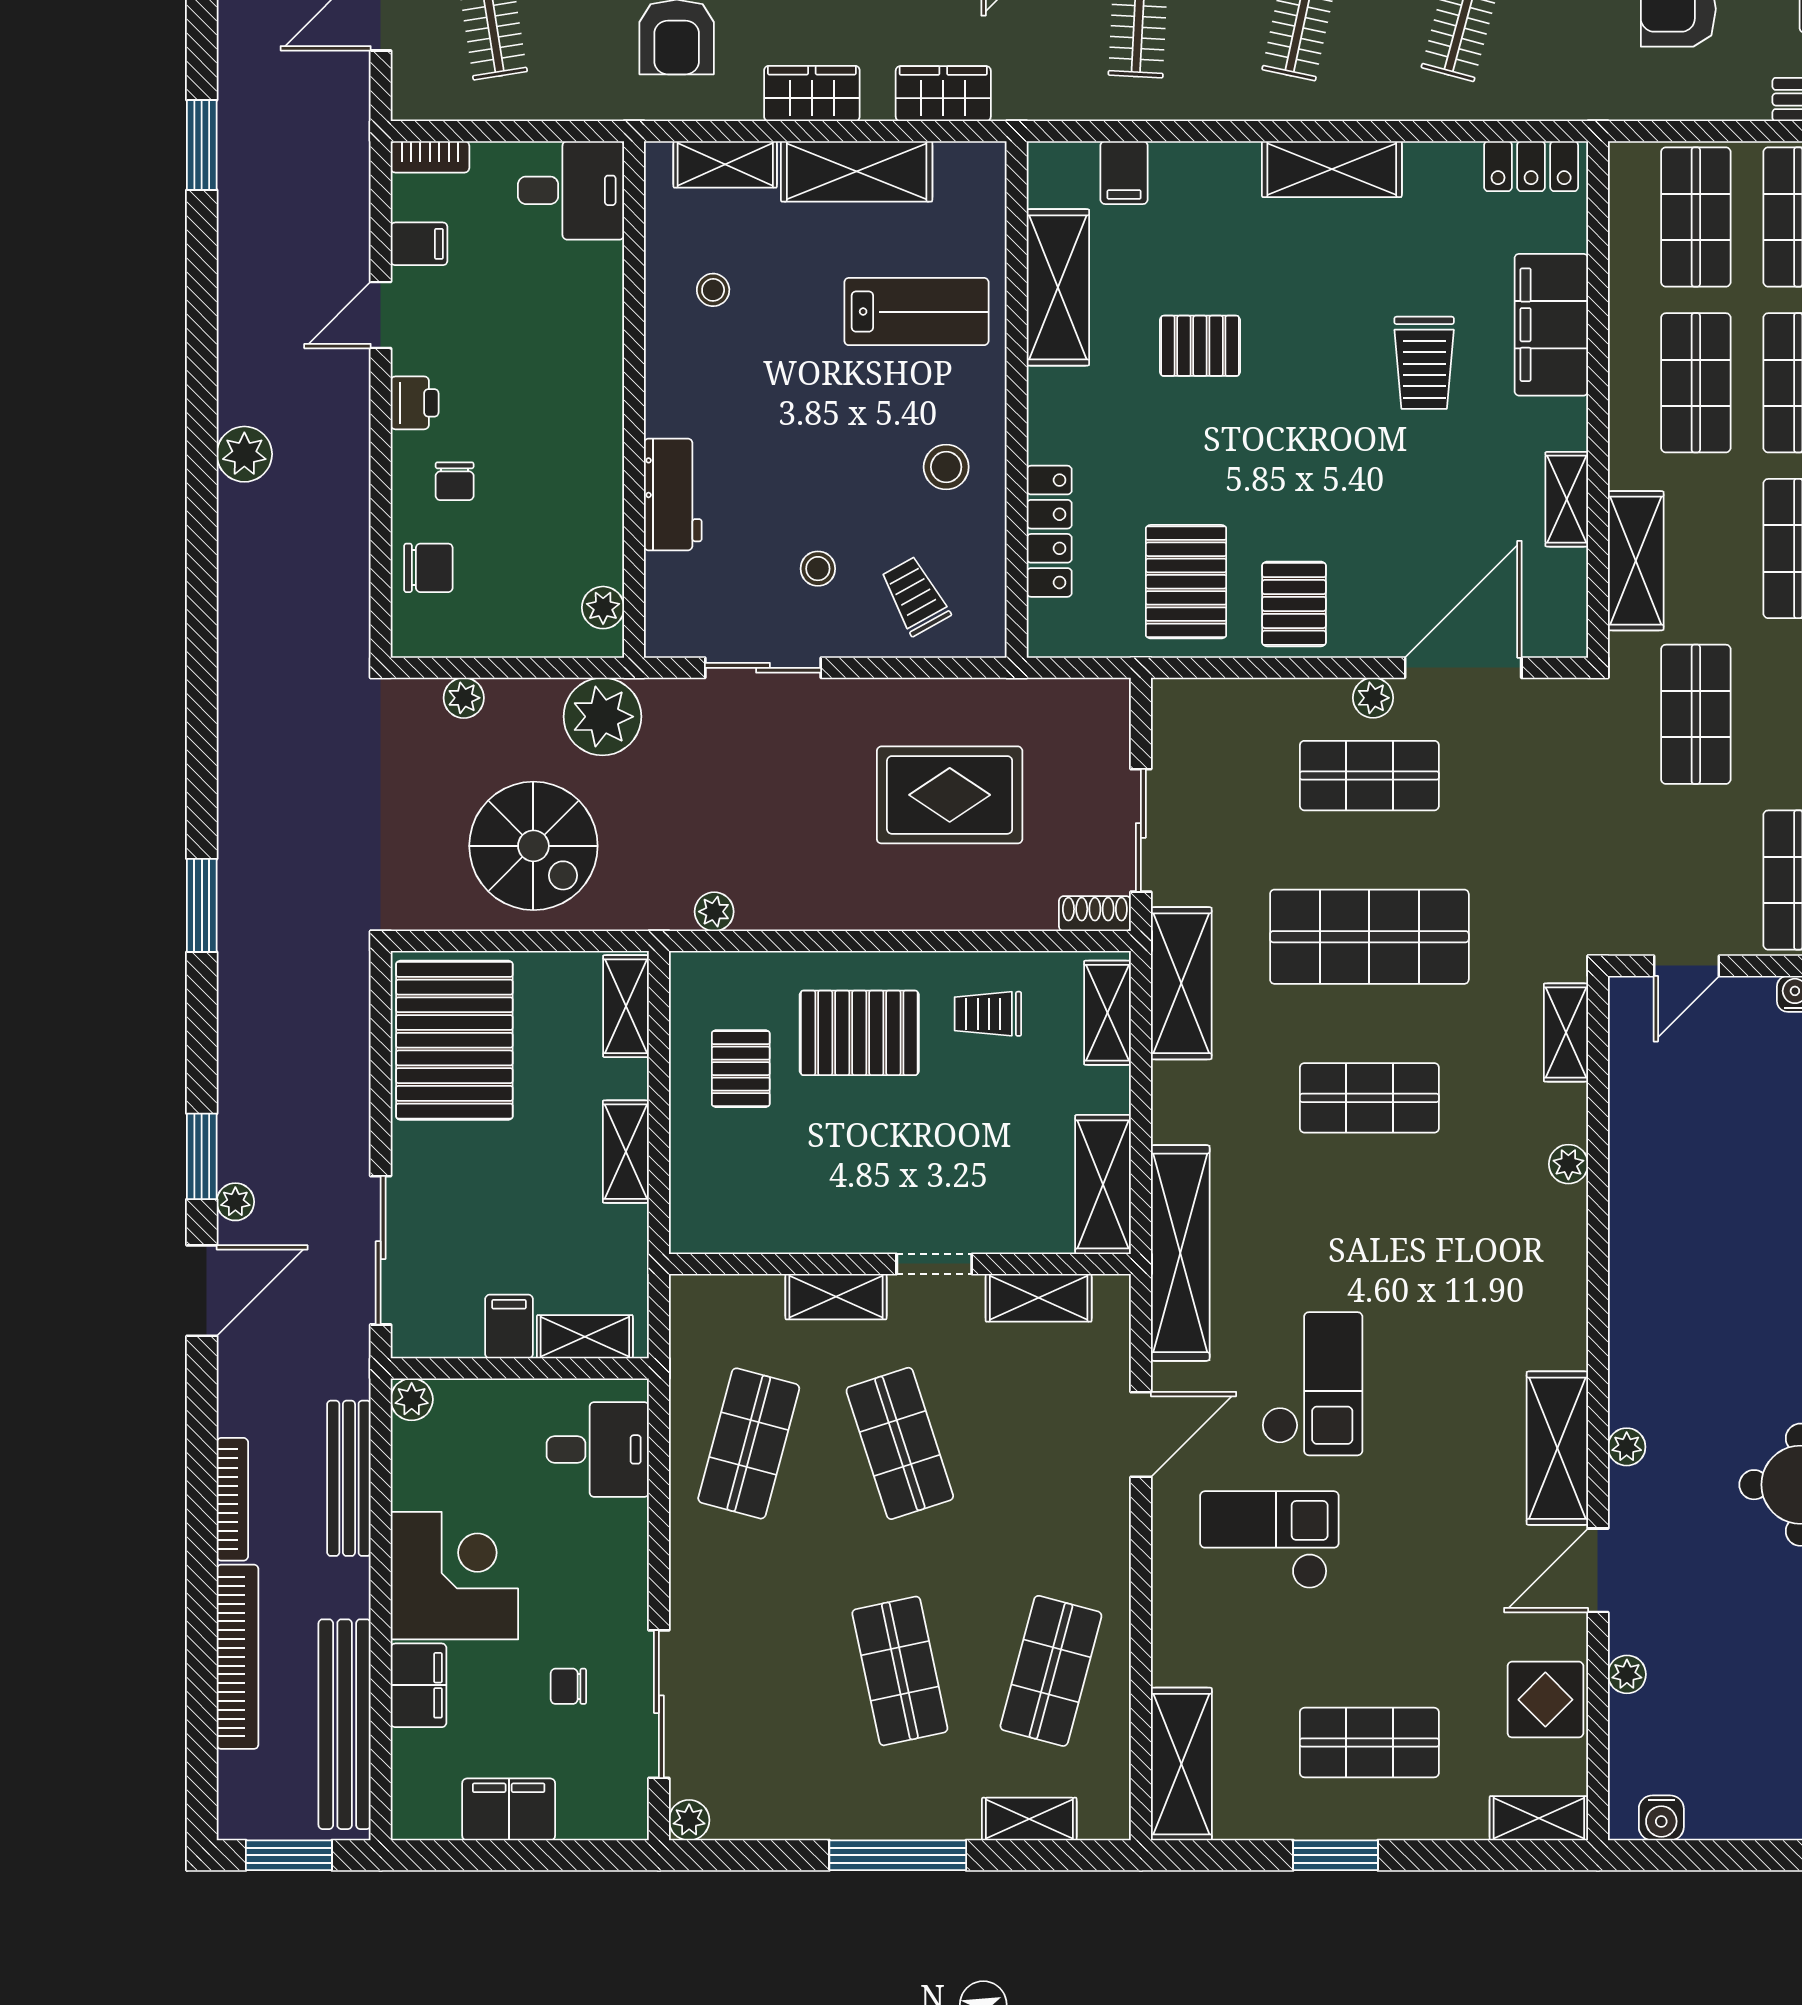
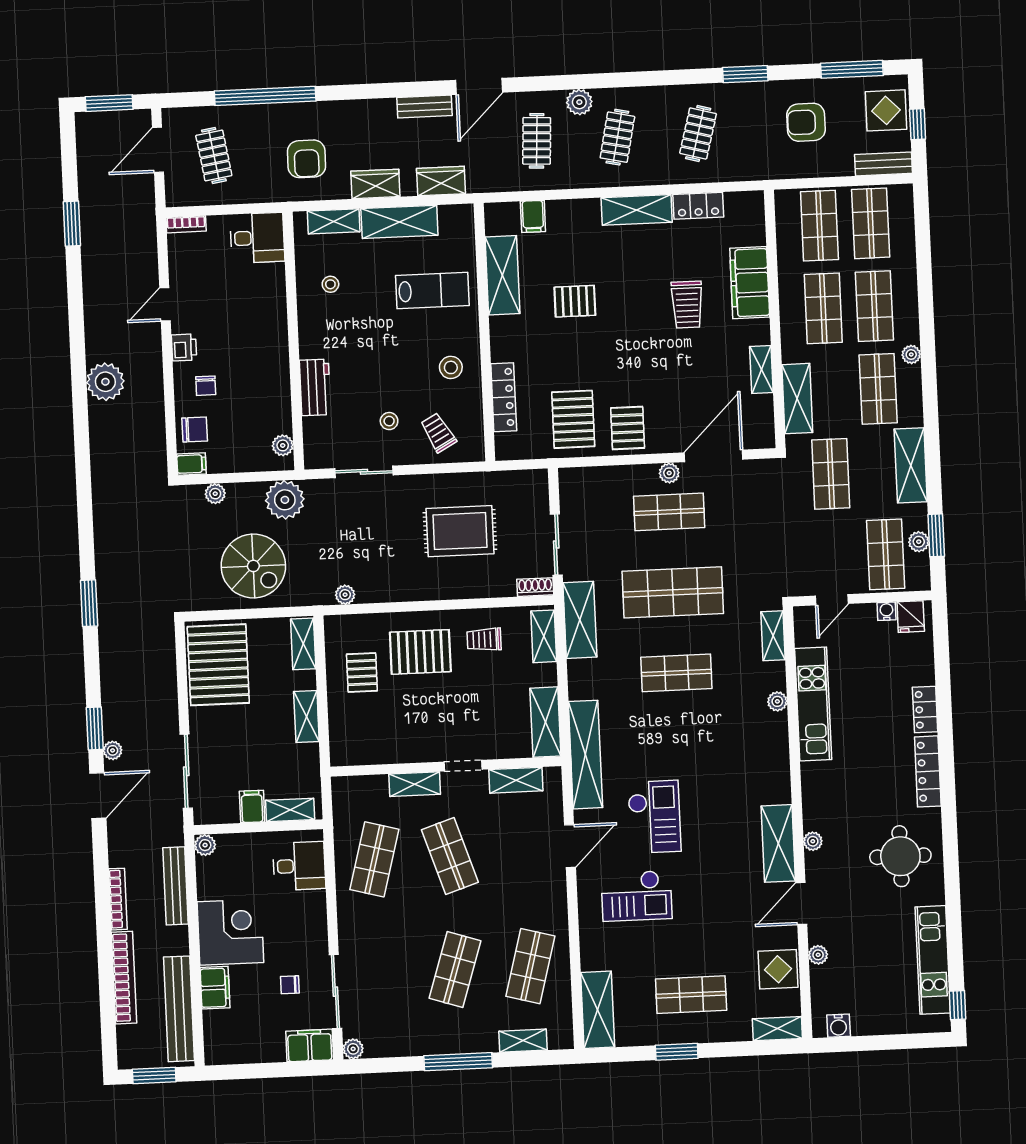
locker: (1531, 166) -> (698, 206), moved
filing cabinet: (419, 244) -> (191, 464), moved
plant: (244, 454) -> (105, 382), width x1.36, depth x1.36
kitchen unit: (1640, 1173) -> (813, 704), added
checkout: (1269, 1540) -> (637, 896), turned 180
shop shelf: (900, 1671) -> (455, 970), turned 30
filing cabinet: (509, 1809) -> (310, 1045), moved

